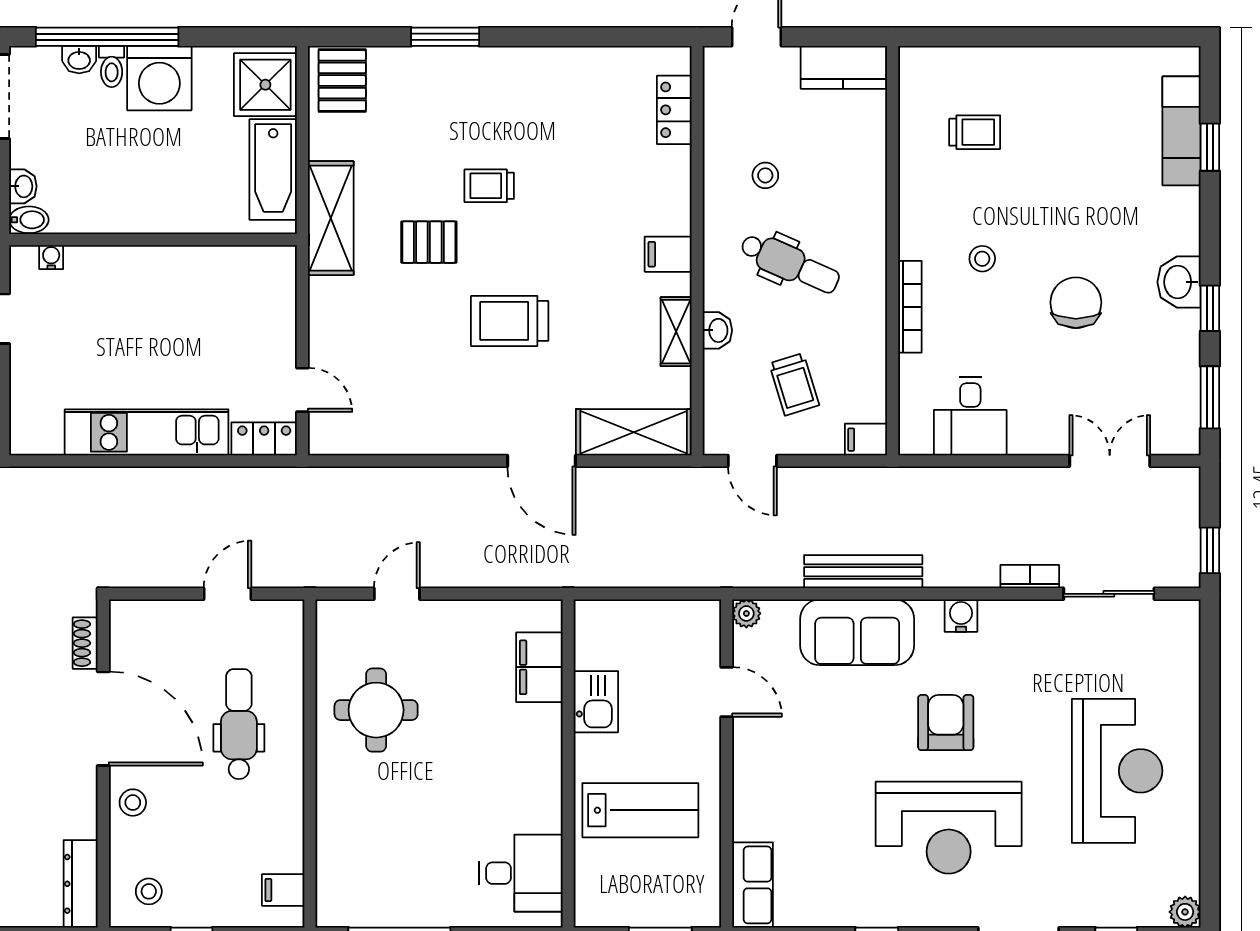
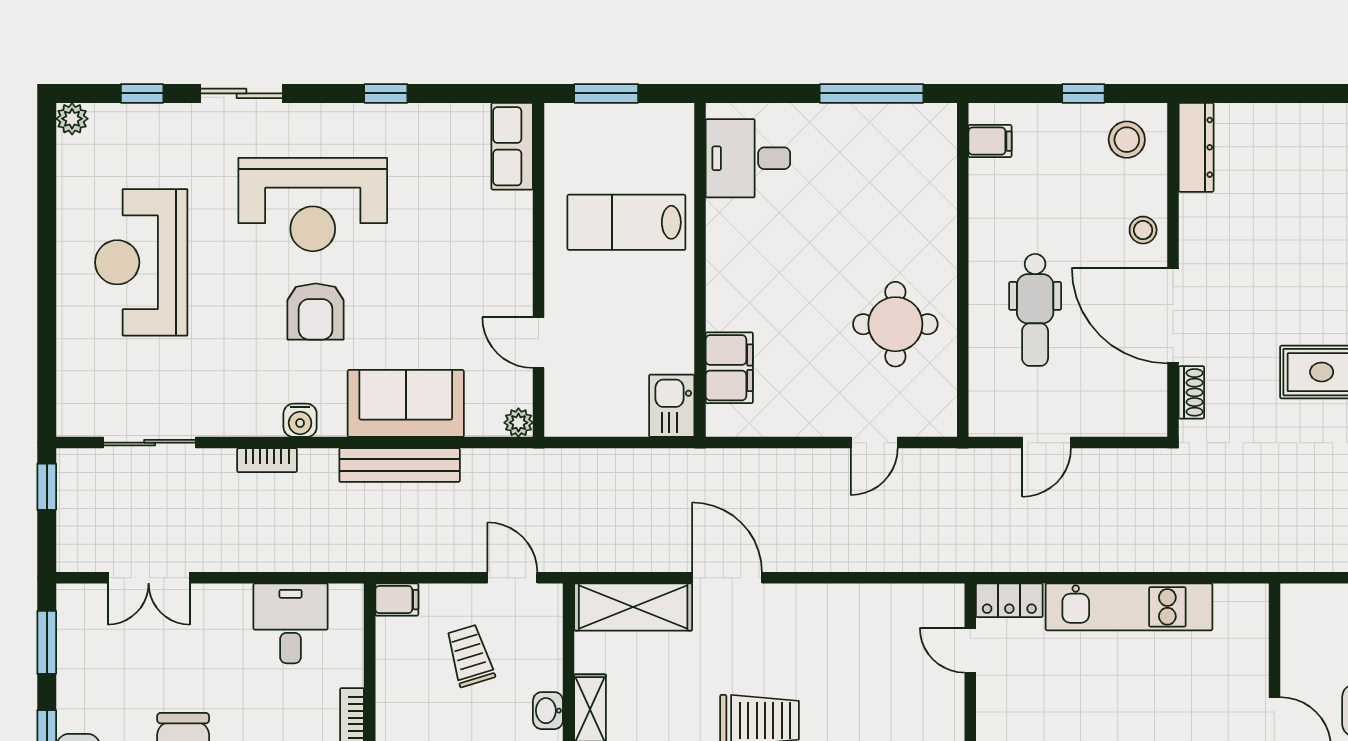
bookcase: (1030, 576) -> (267, 460), moved
kitchen sink: (596, 702) -> (672, 406), moved
reception desk: (949, 828) -> (313, 205), turned 180
stool: (149, 891) -> (1127, 140), width x1.37, depth x1.37

